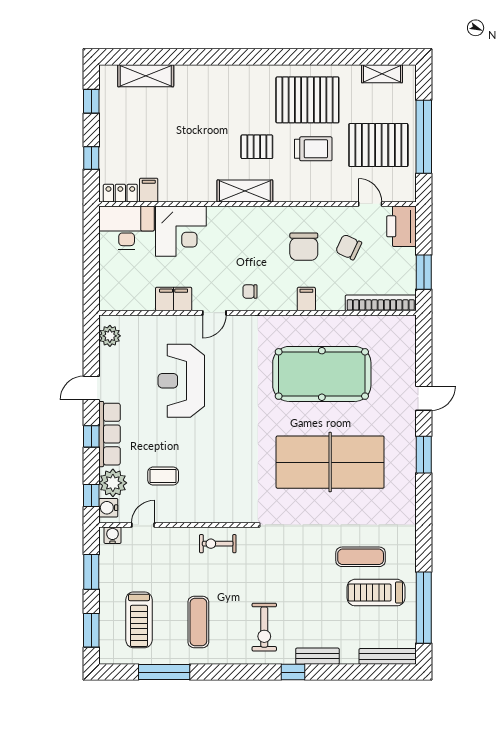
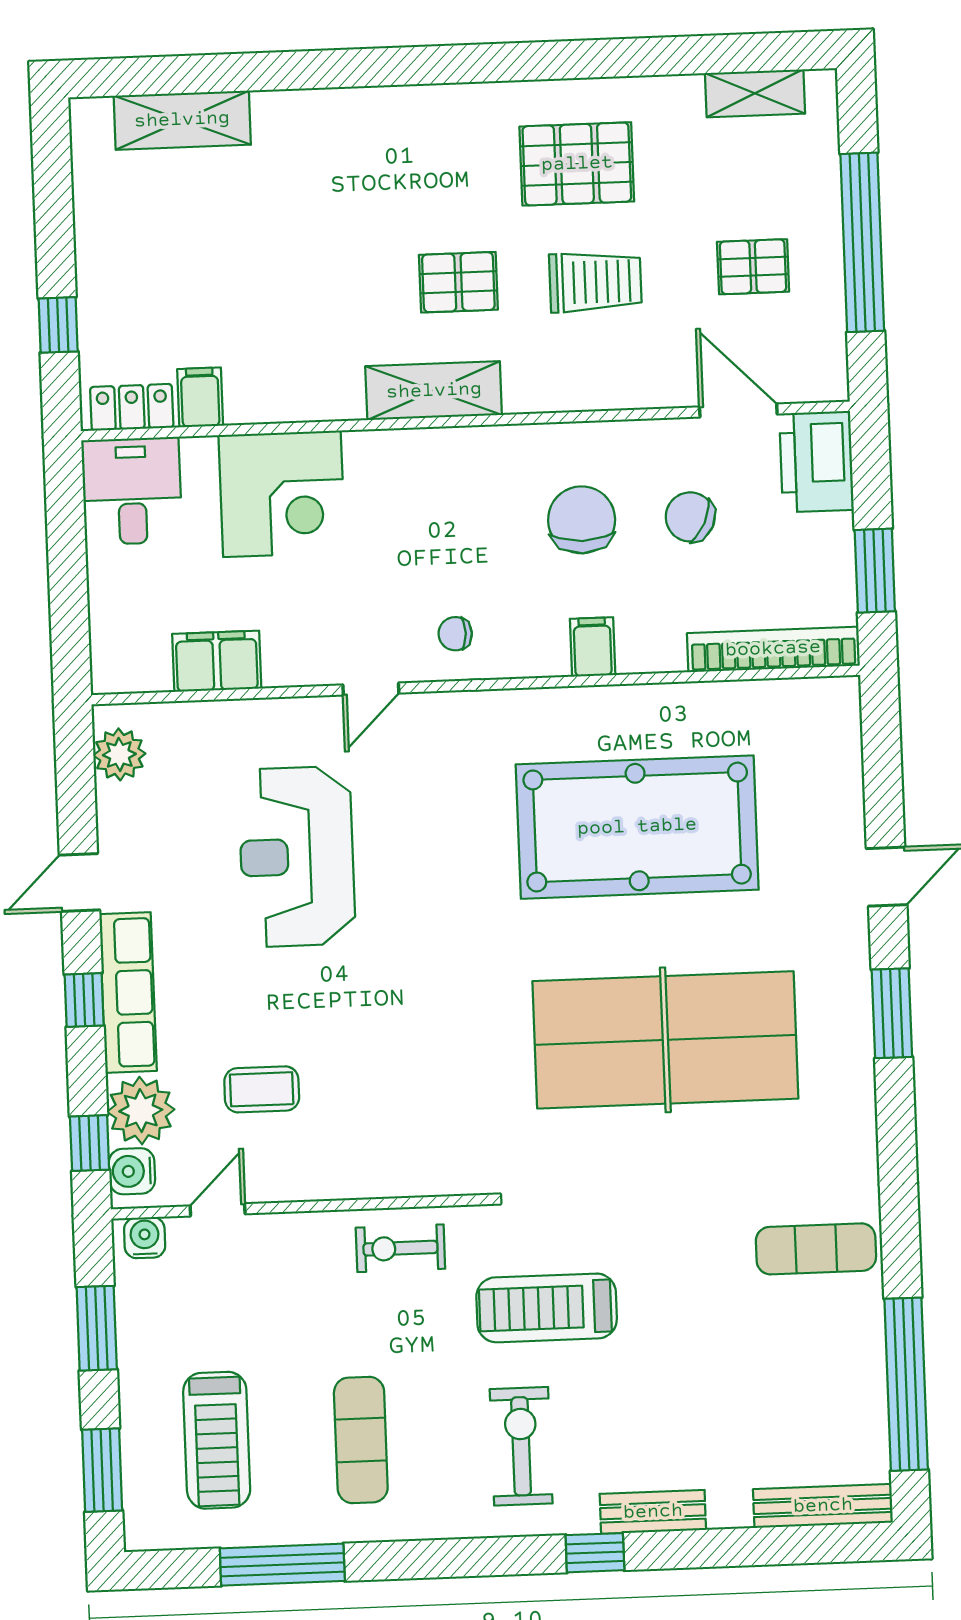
pallet: (307, 100) -> (577, 164), width x0.73, depth x0.71
window: (91, 101) -> (53, 187), removed
pallet: (378, 145) -> (753, 267), width x0.49, depth x0.50
door: (370, 204) -> (738, 410), width x1.37
desk: (127, 228) -> (132, 491), width x0.73
chair: (304, 247) -> (582, 520), turned 180
filing cabinet: (174, 299) -> (217, 661), moved
exercise mat: (361, 557) -> (816, 1249), moved
treadmill: (376, 593) -> (547, 1308), moved
exercise bike: (264, 627) -> (521, 1446), turned 180

